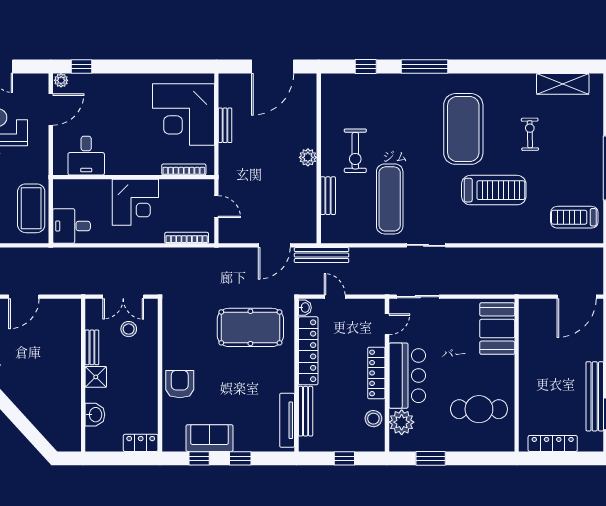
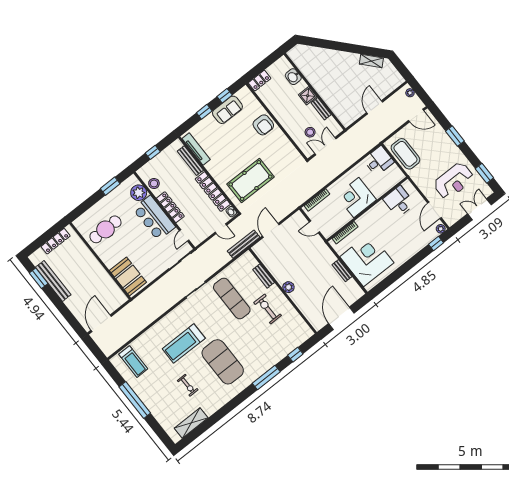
treadmill: (574, 217) -> (133, 362), turned 90

